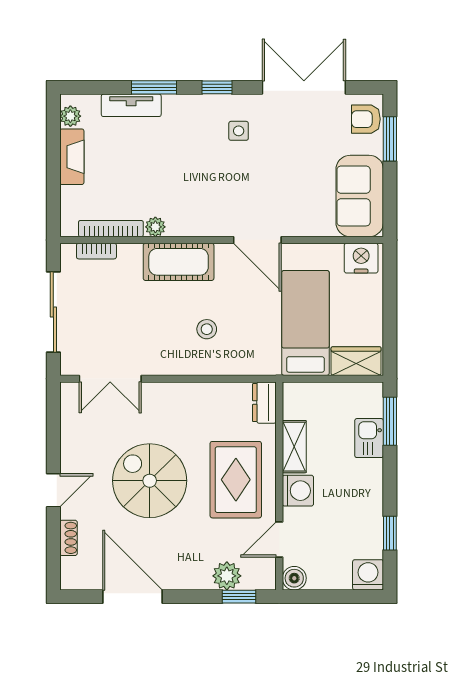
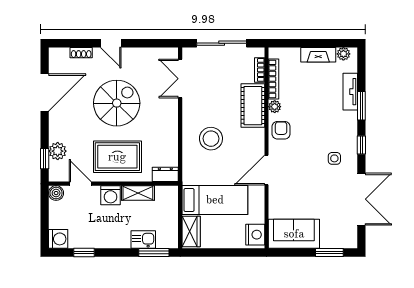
armchair: (366, 119) -> (281, 130), moved
cot: (179, 262) -> (253, 106), moved
stool: (207, 329) -> (211, 139), width x1.89, depth x1.89

